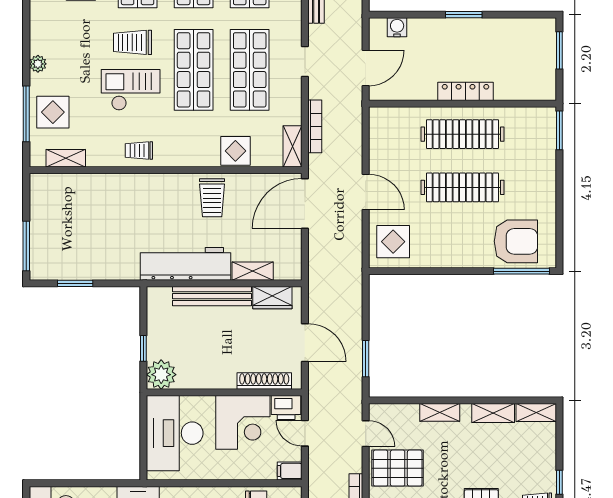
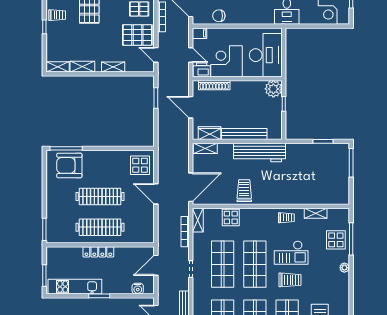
kitchen unit: (506, 31) -> (75, 287), added
shelving: (66, 158) -> (316, 213), moved
shelving: (253, 271) -> (205, 148), moved

